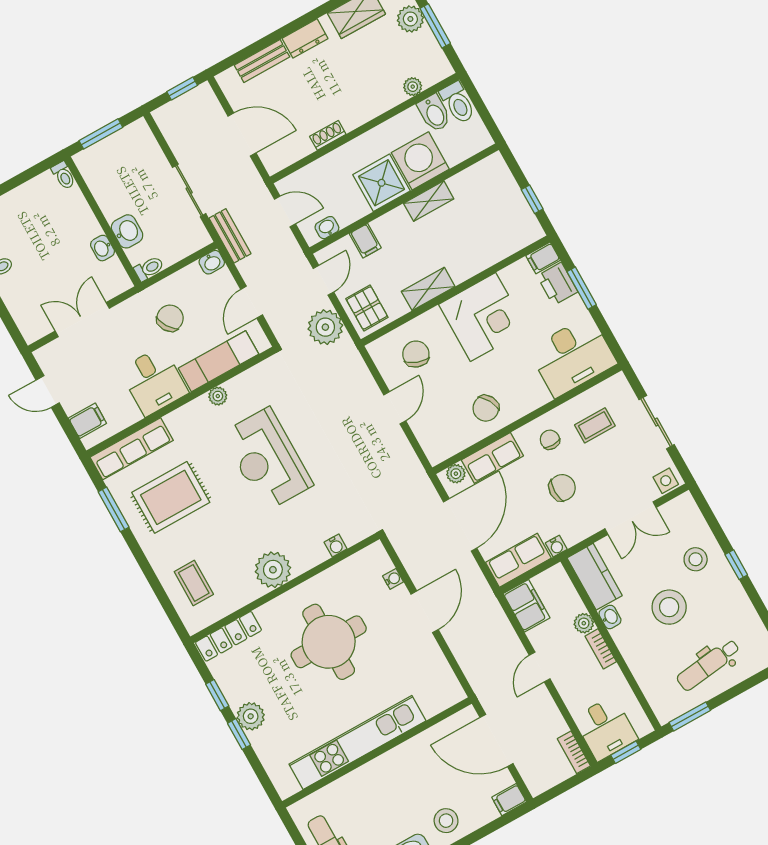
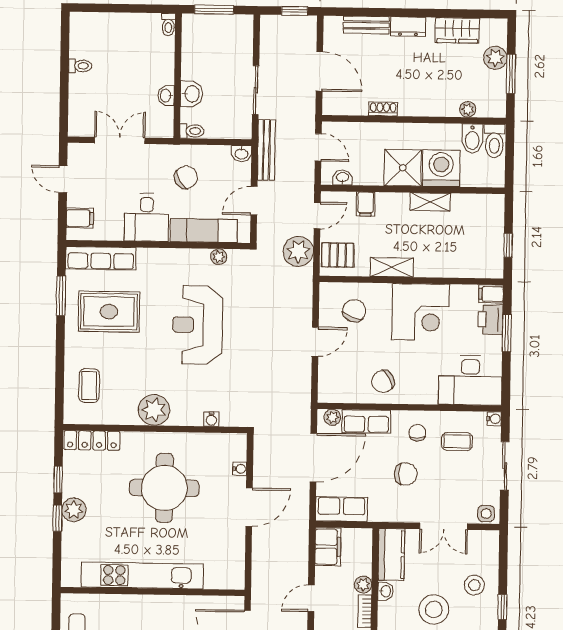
bench: (230, 236) -> (266, 150), width x1.36
pallet: (367, 308) -> (338, 255), turned 90
plant: (218, 396) -> (219, 257), moved
water cooler: (556, 546) -> (494, 419), moved, turned -90

